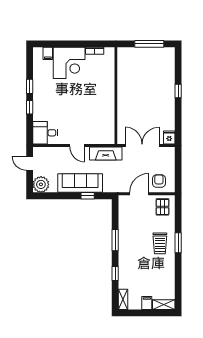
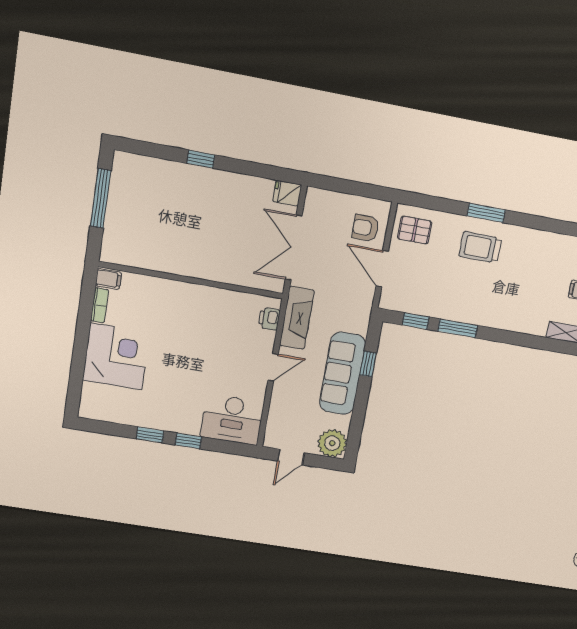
filing cabinet: (48, 53) -> (108, 279), moved
desk: (45, 133) -> (232, 419), width x1.37
printer: (103, 139) -> (269, 319), added
trolley: (160, 243) -> (480, 247), turned 180
window: (115, 274) -> (416, 321), moved

